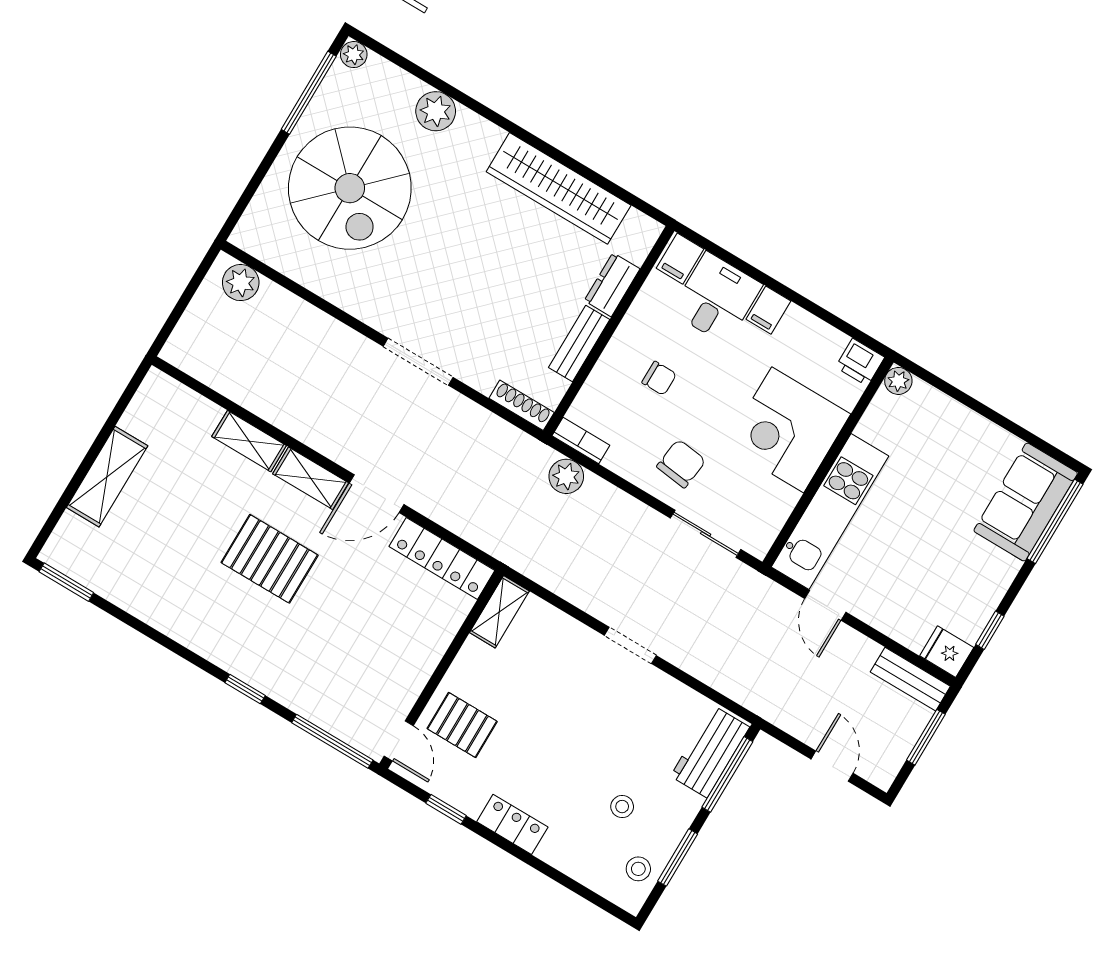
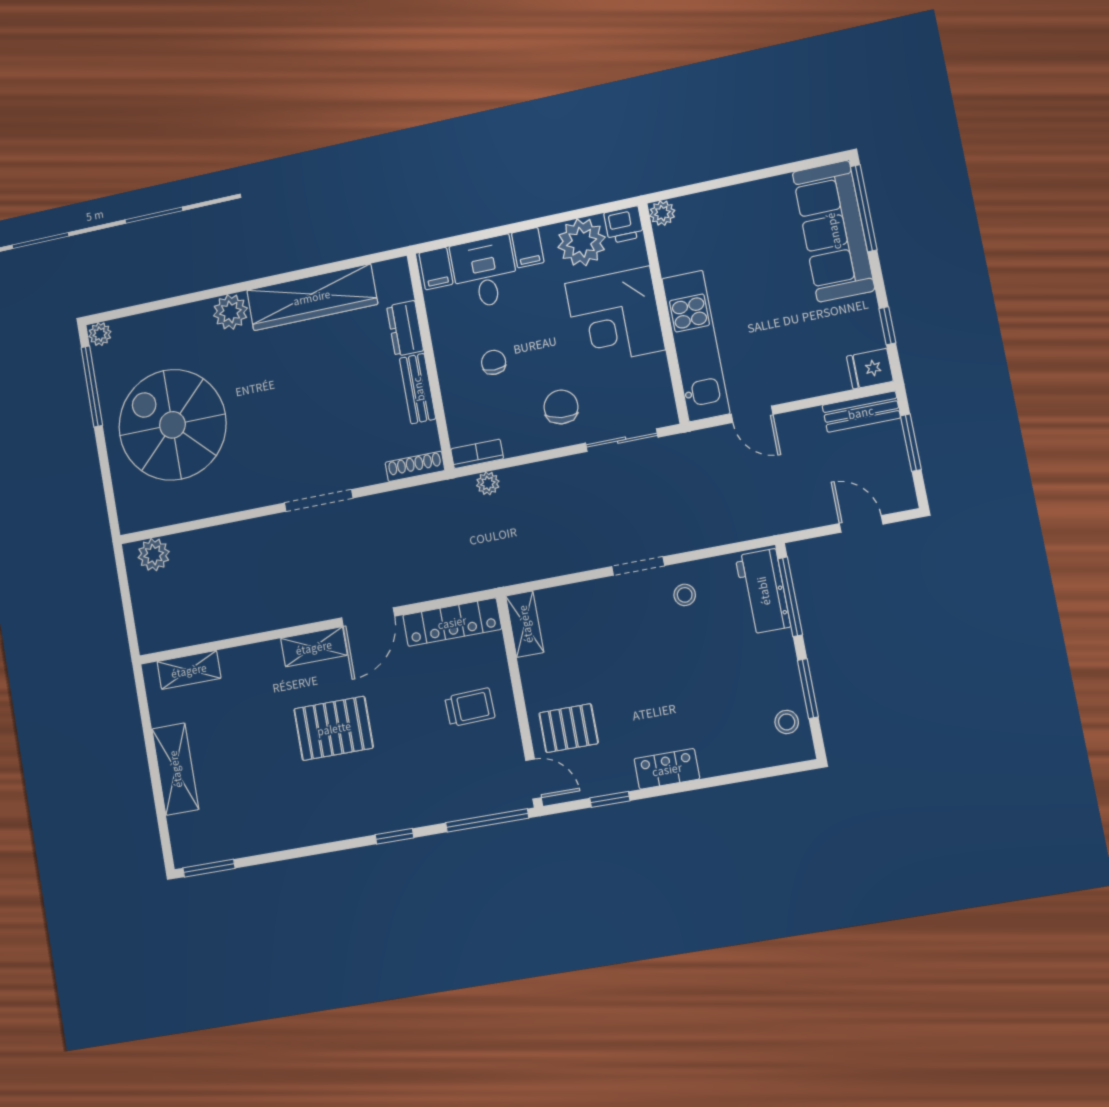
plant: (436, 111) -> (230, 312), moved
spiral stairs: (350, 188) -> (172, 425), turned 180
plant: (815, 345) -> (582, 242), added
chair: (659, 378) -> (494, 362), turned -90
shelving: (249, 441) -> (189, 670), moved
plant: (566, 476) -> (488, 483), width x0.73, depth x0.73
sofa: (1026, 502) -> (833, 231), width x1.36
trolley: (397, 639) -> (470, 707), added
stool: (622, 807) -> (685, 595), moved

